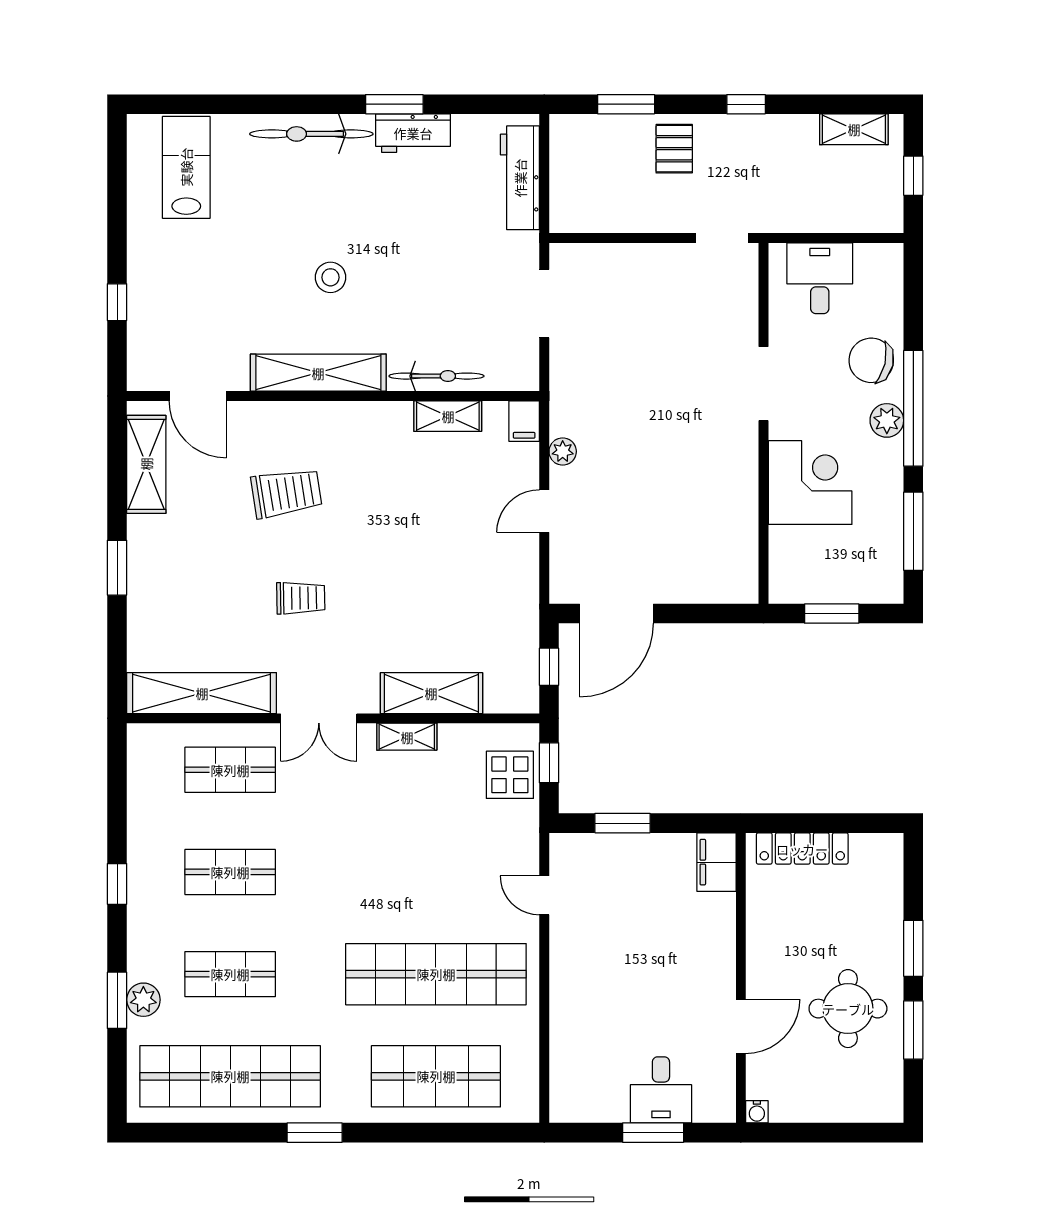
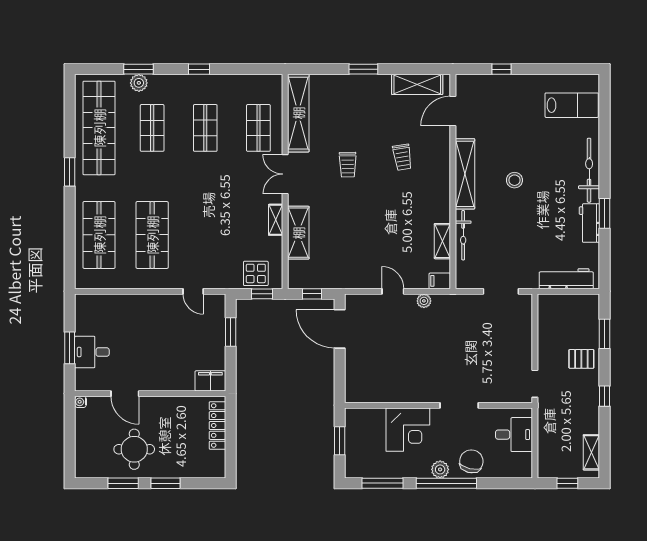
trolley: (286, 493) -> (402, 157), width x0.73, depth x0.72
door: (544, 895) -> (193, 291), swing flipped
shop shelf: (436, 974) -> (152, 235), width x0.71

